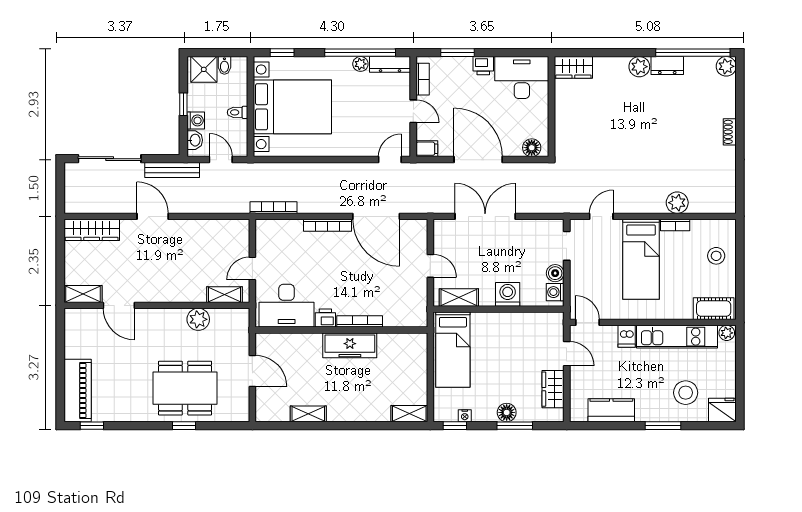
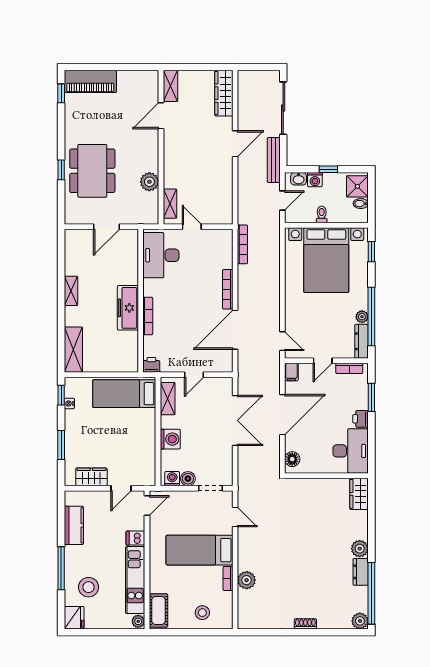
printer: (325, 318) -> (151, 365), moved, turned -90
floor lamp: (507, 412) -> (72, 438), removed
shelving: (308, 414) -> (71, 291), moved
shelving: (409, 414) -> (73, 350), width x1.50, depth x1.33
window: (663, 426) -> (61, 568), width x1.44

